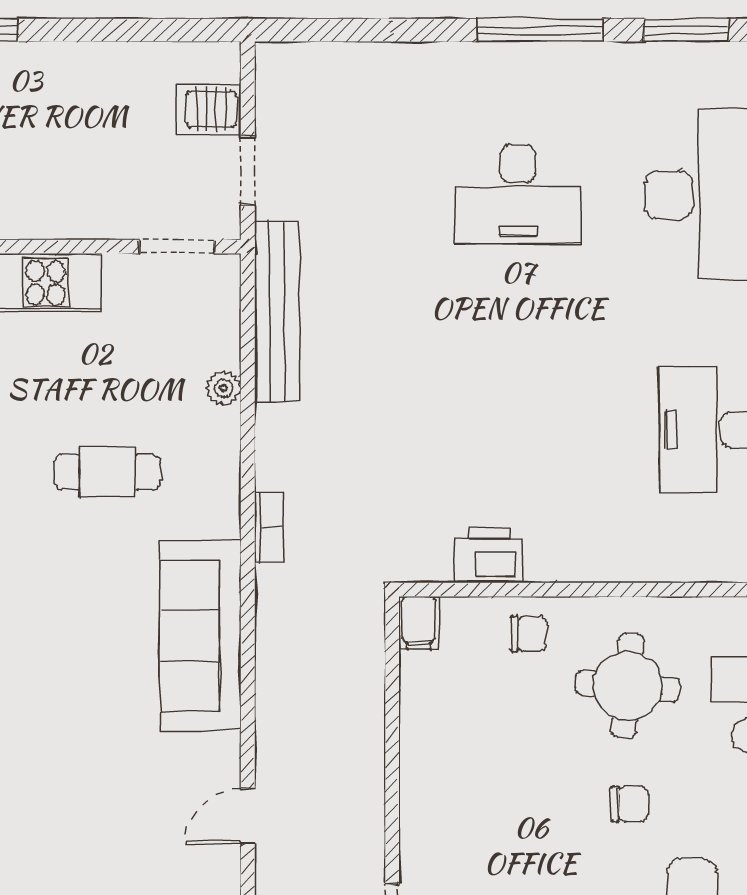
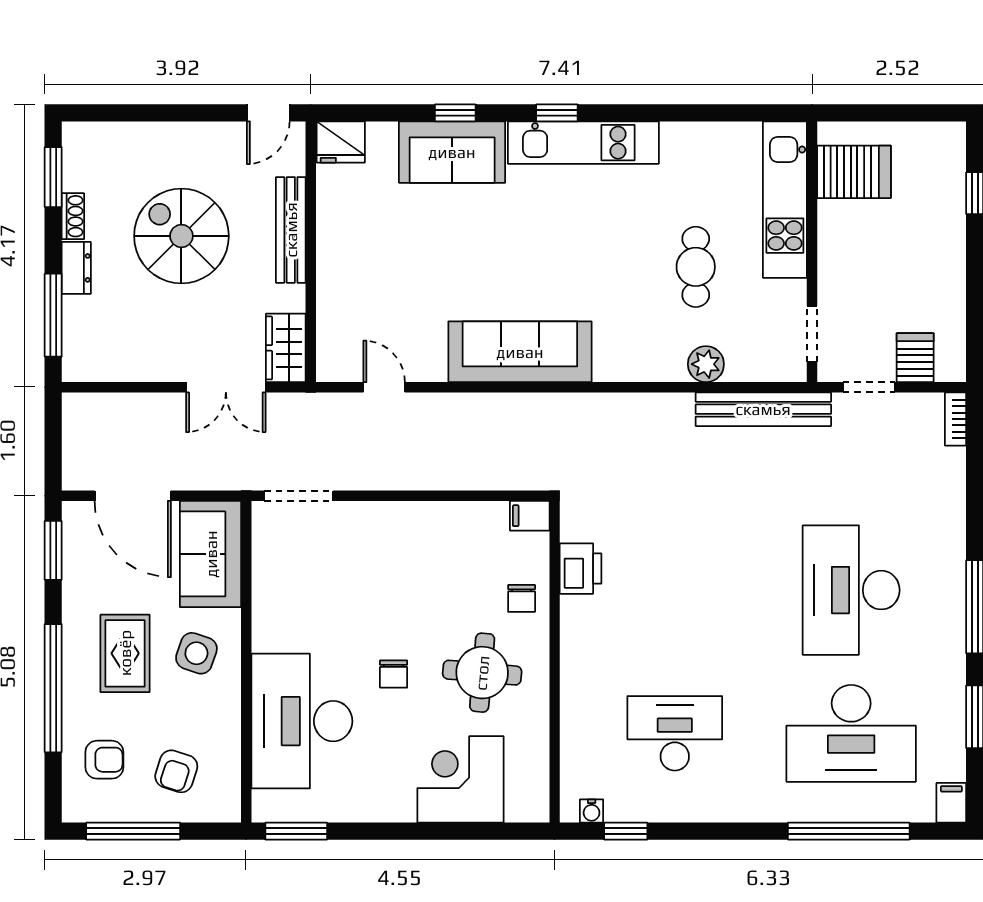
desk: (518, 195) -> (851, 590), width x1.36, depth x1.30
plant: (223, 388) -> (706, 364), width x1.38, depth x1.38
cafe table: (108, 472) -> (696, 267), moved
bookcase: (269, 527) -> (956, 419), moved, turned 90

